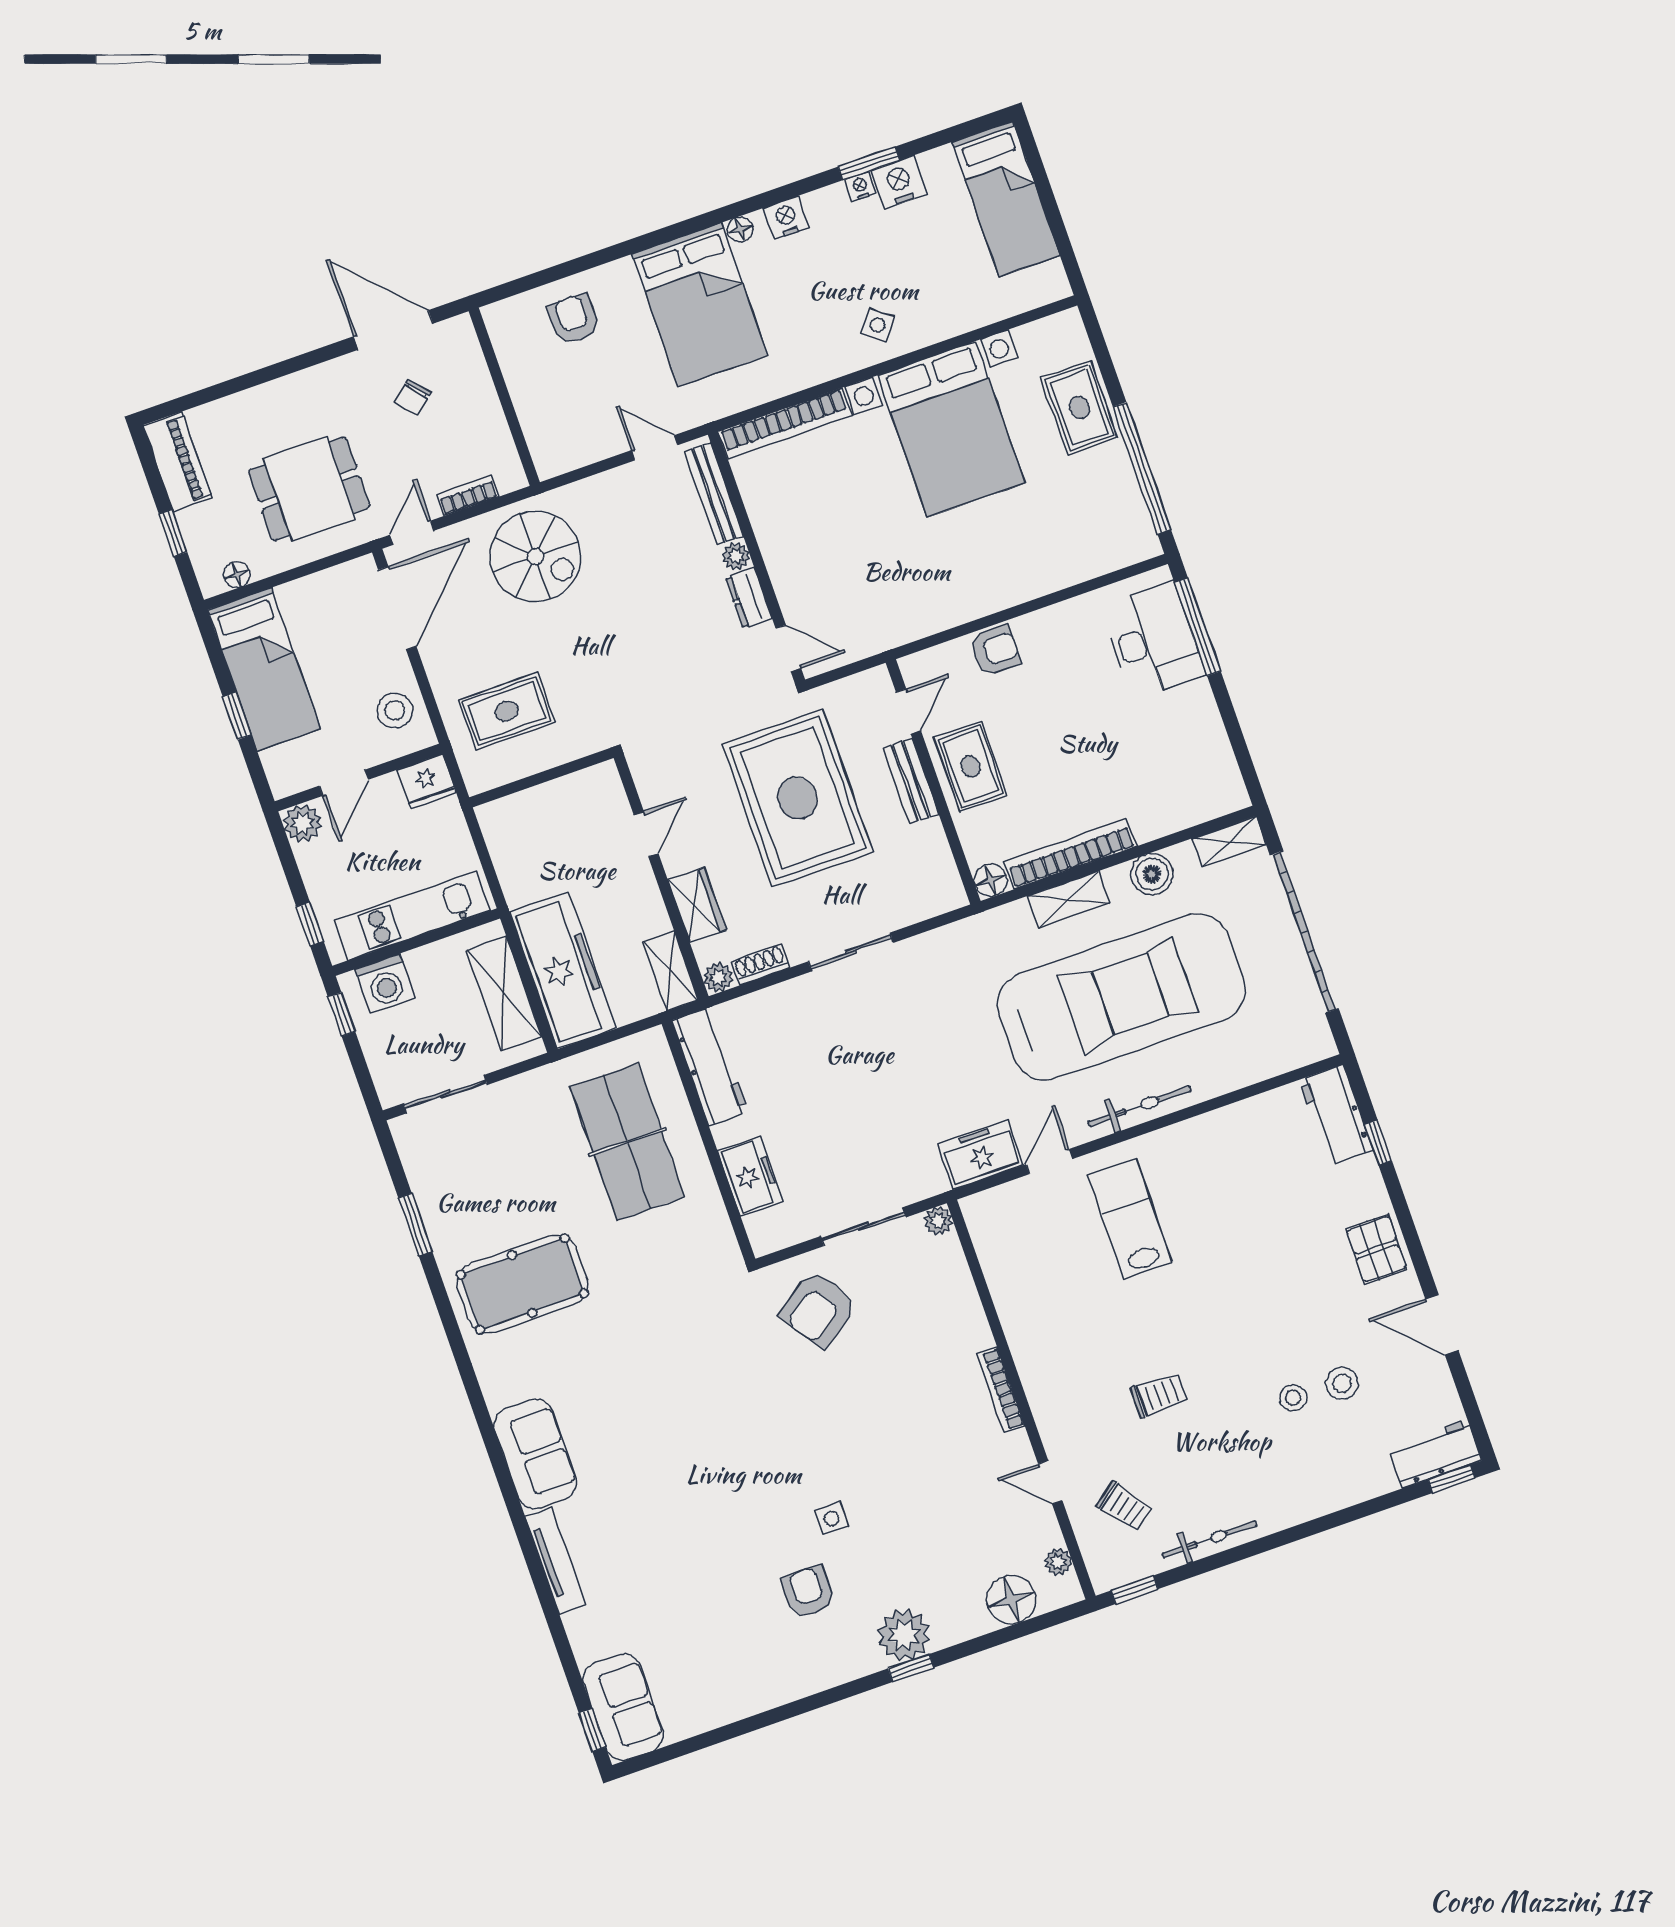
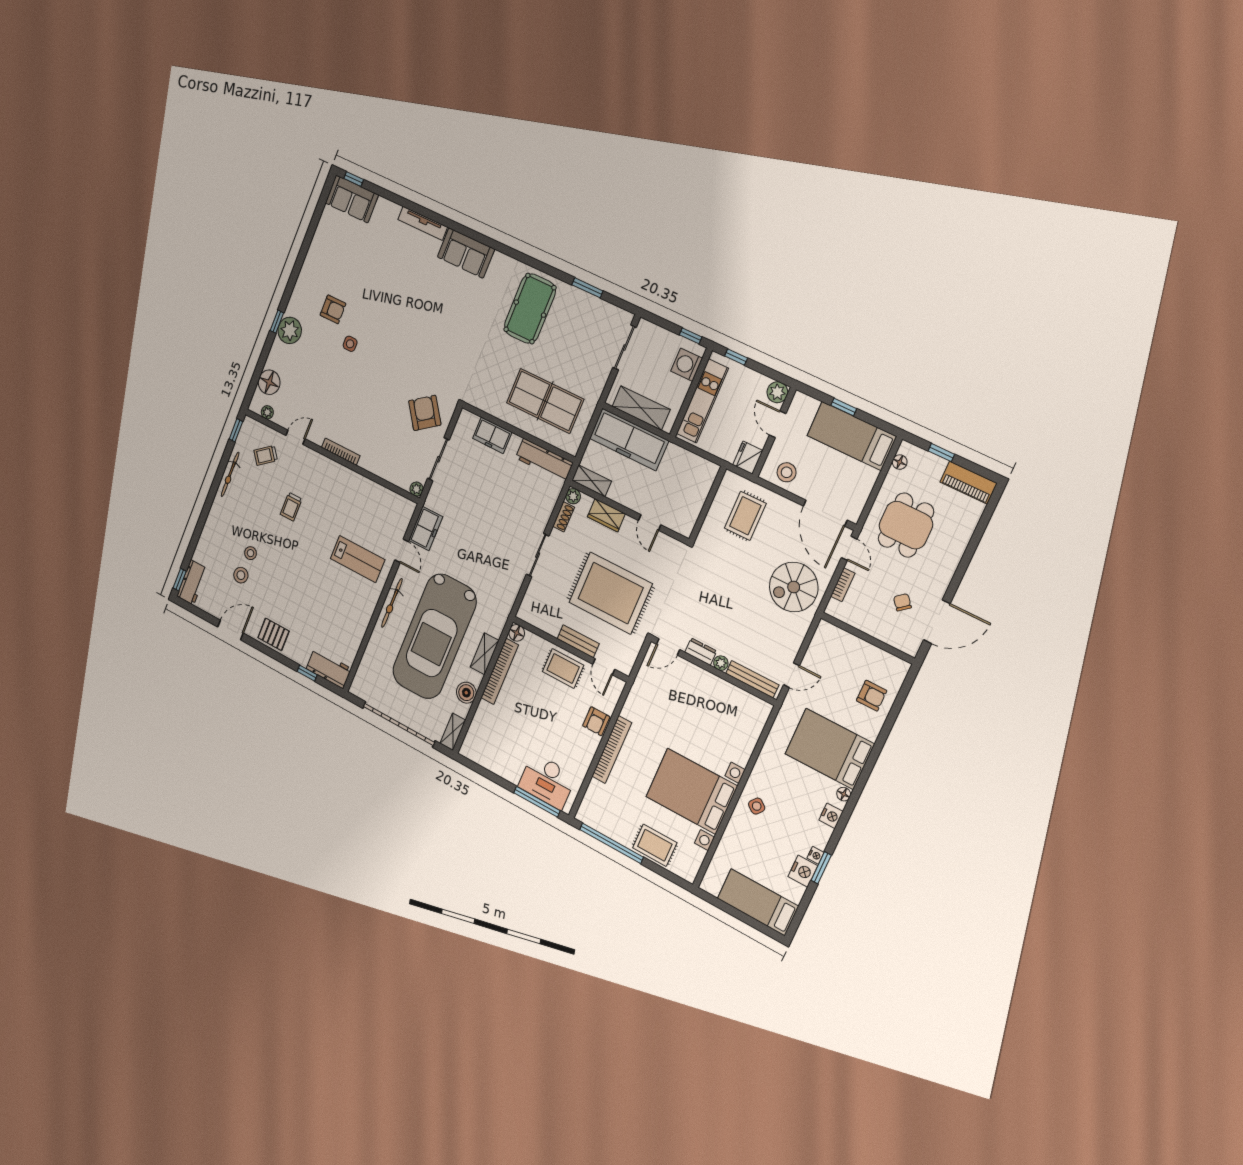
bookcase: (785, 424) -> (612, 750), moved, turned 180

